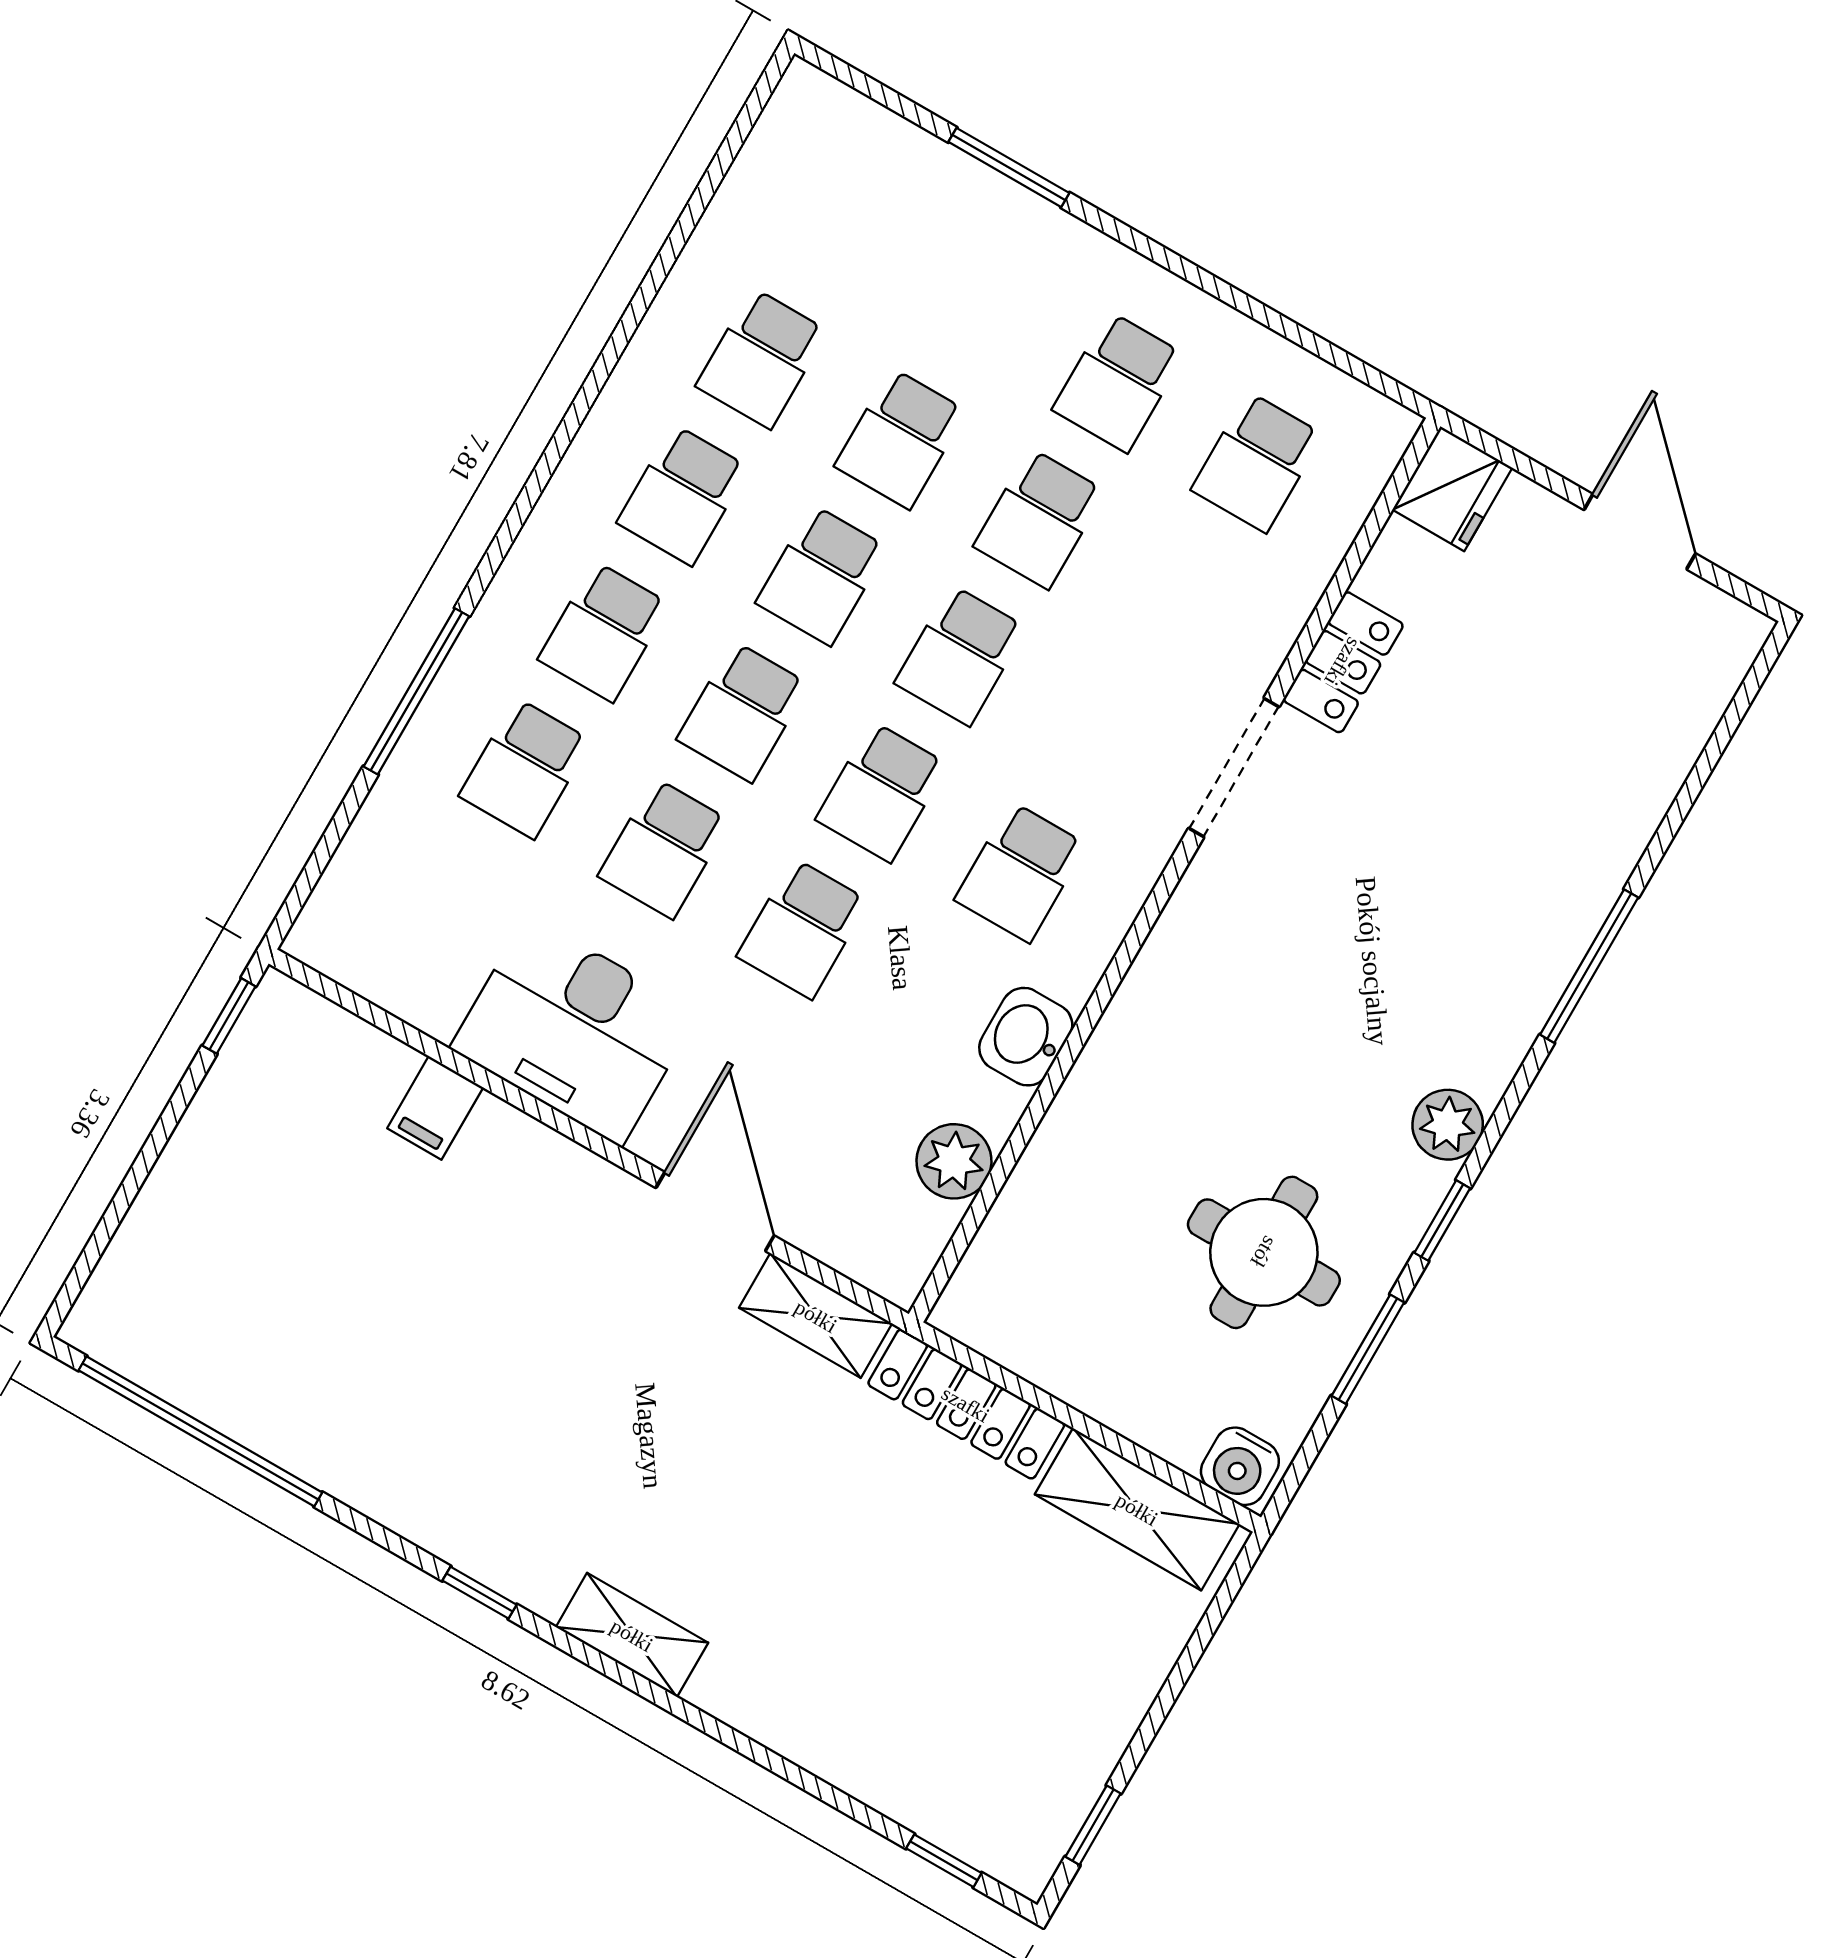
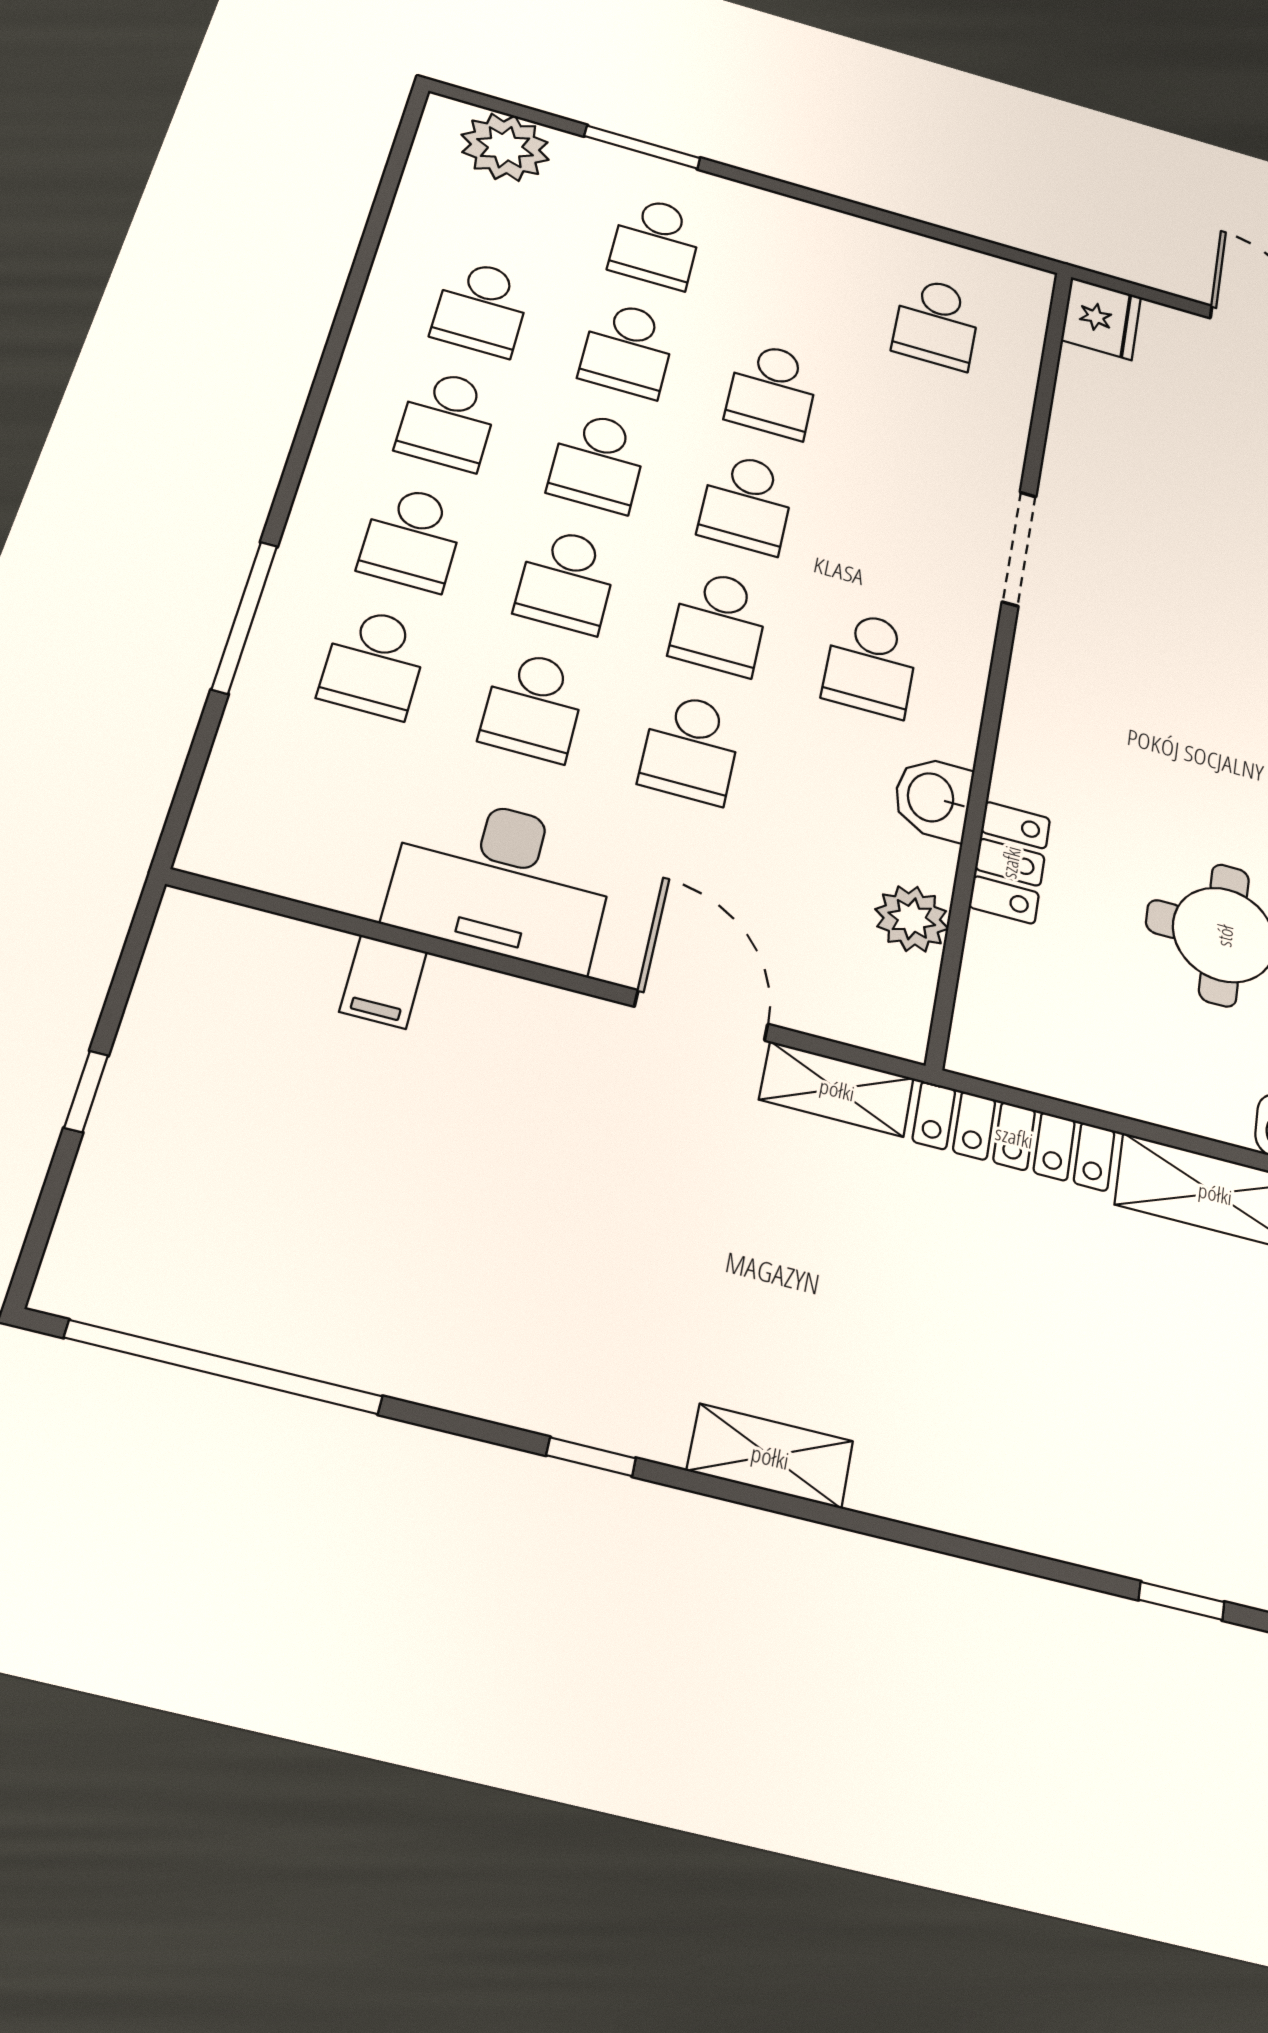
plant: (855, 145) -> (505, 147), added
school desk: (1118, 382) -> (656, 242), moved
locker: (1343, 662) -> (1010, 862), moved
window: (229, 1016) -> (86, 1091), moved

